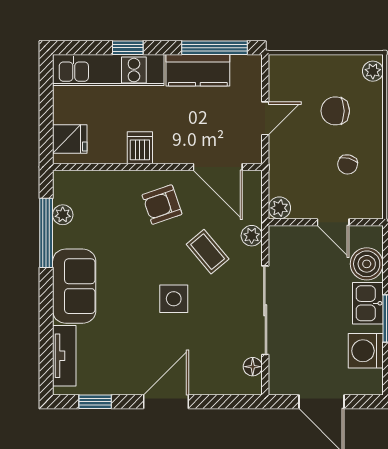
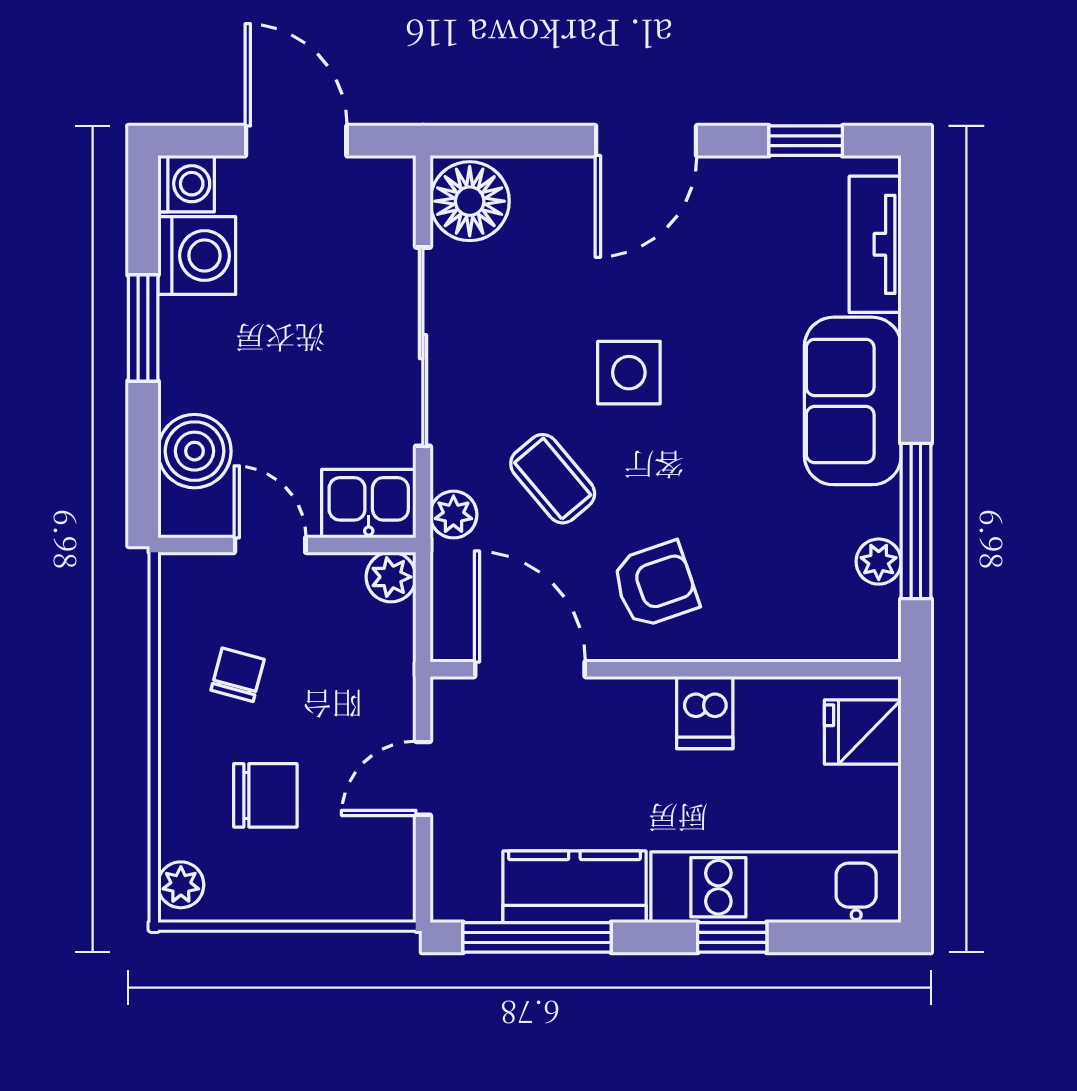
kitchen sink: (368, 303) -> (369, 504), moved, turned -90
floor lamp: (253, 367) -> (470, 201), width x1.89, depth x1.89
washing machine: (370, 383) -> (186, 184), added

